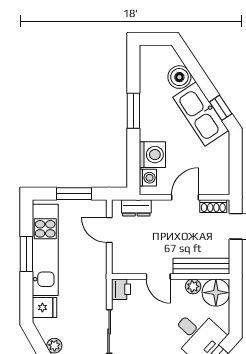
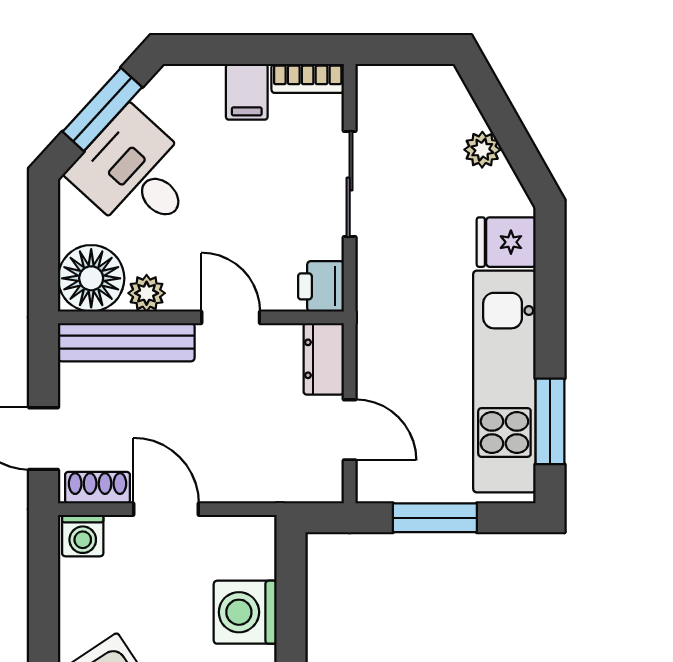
washing machine: (148, 178) -> (83, 536), moved, turned -90
door: (185, 197) -> (166, 509), swing flipped
dresser: (136, 208) -> (324, 359), moved, turned -90
window: (26, 254) -> (550, 421), moved

